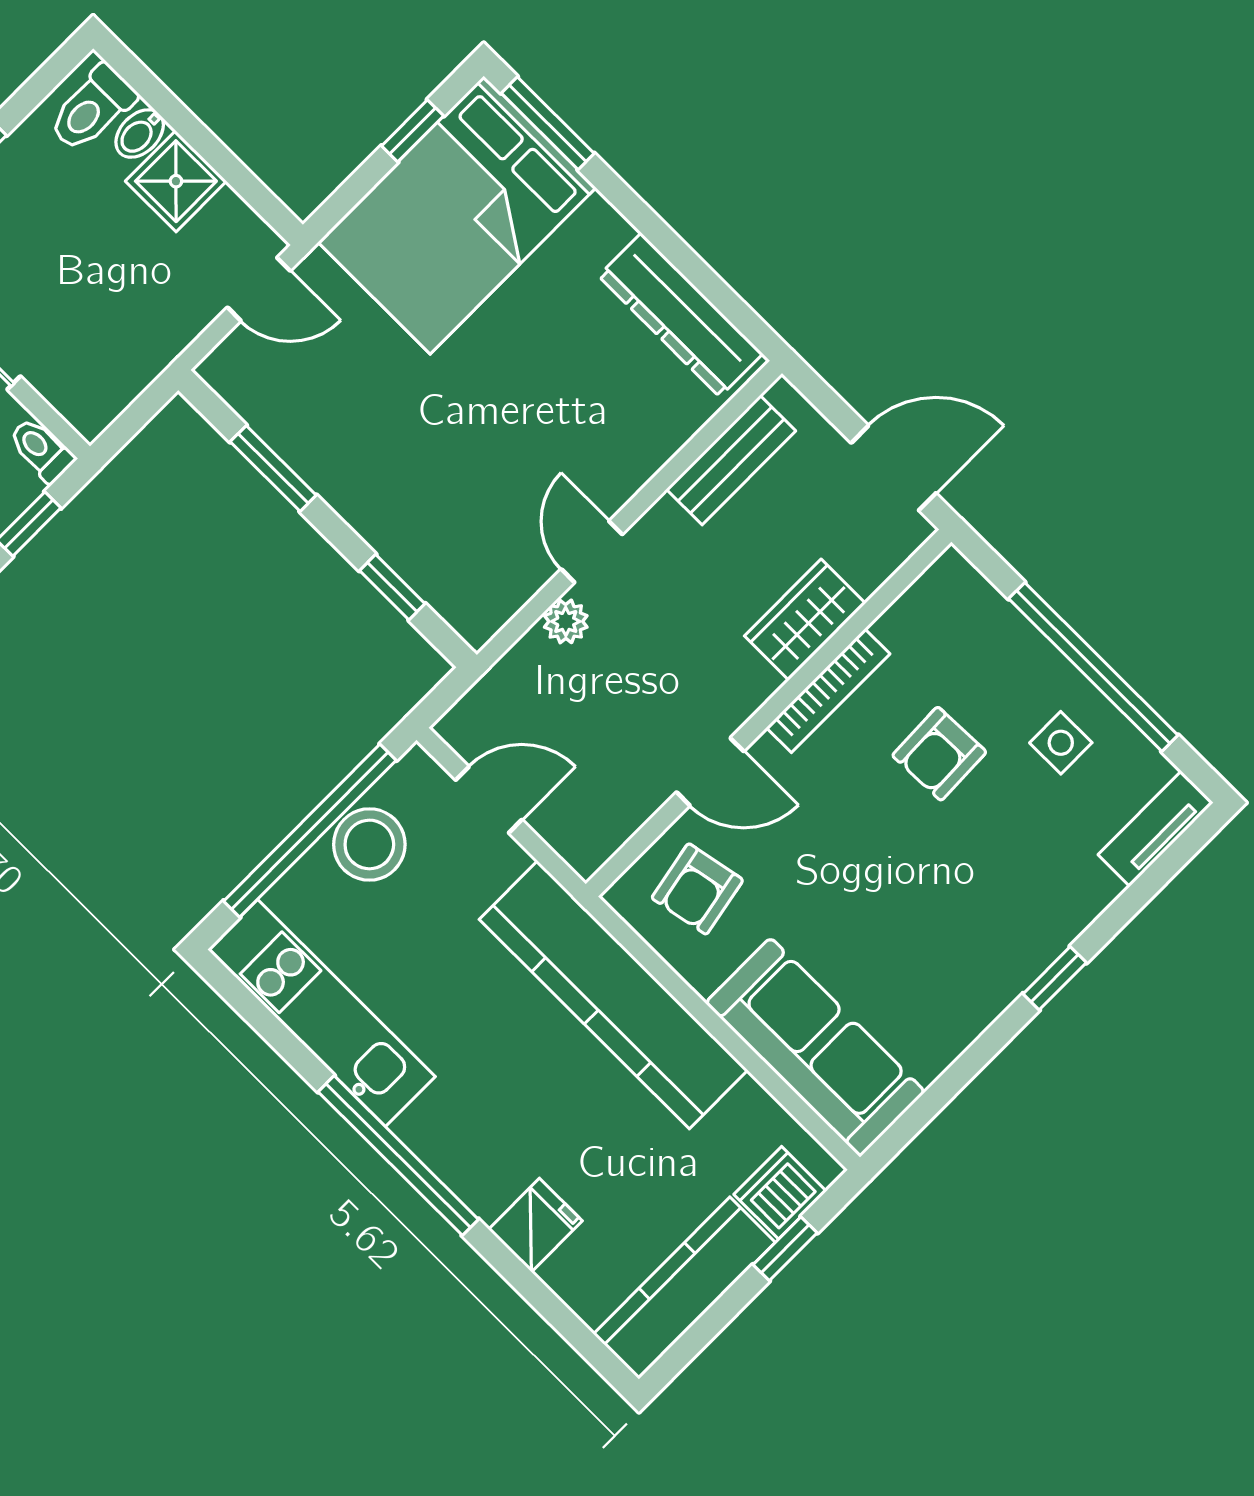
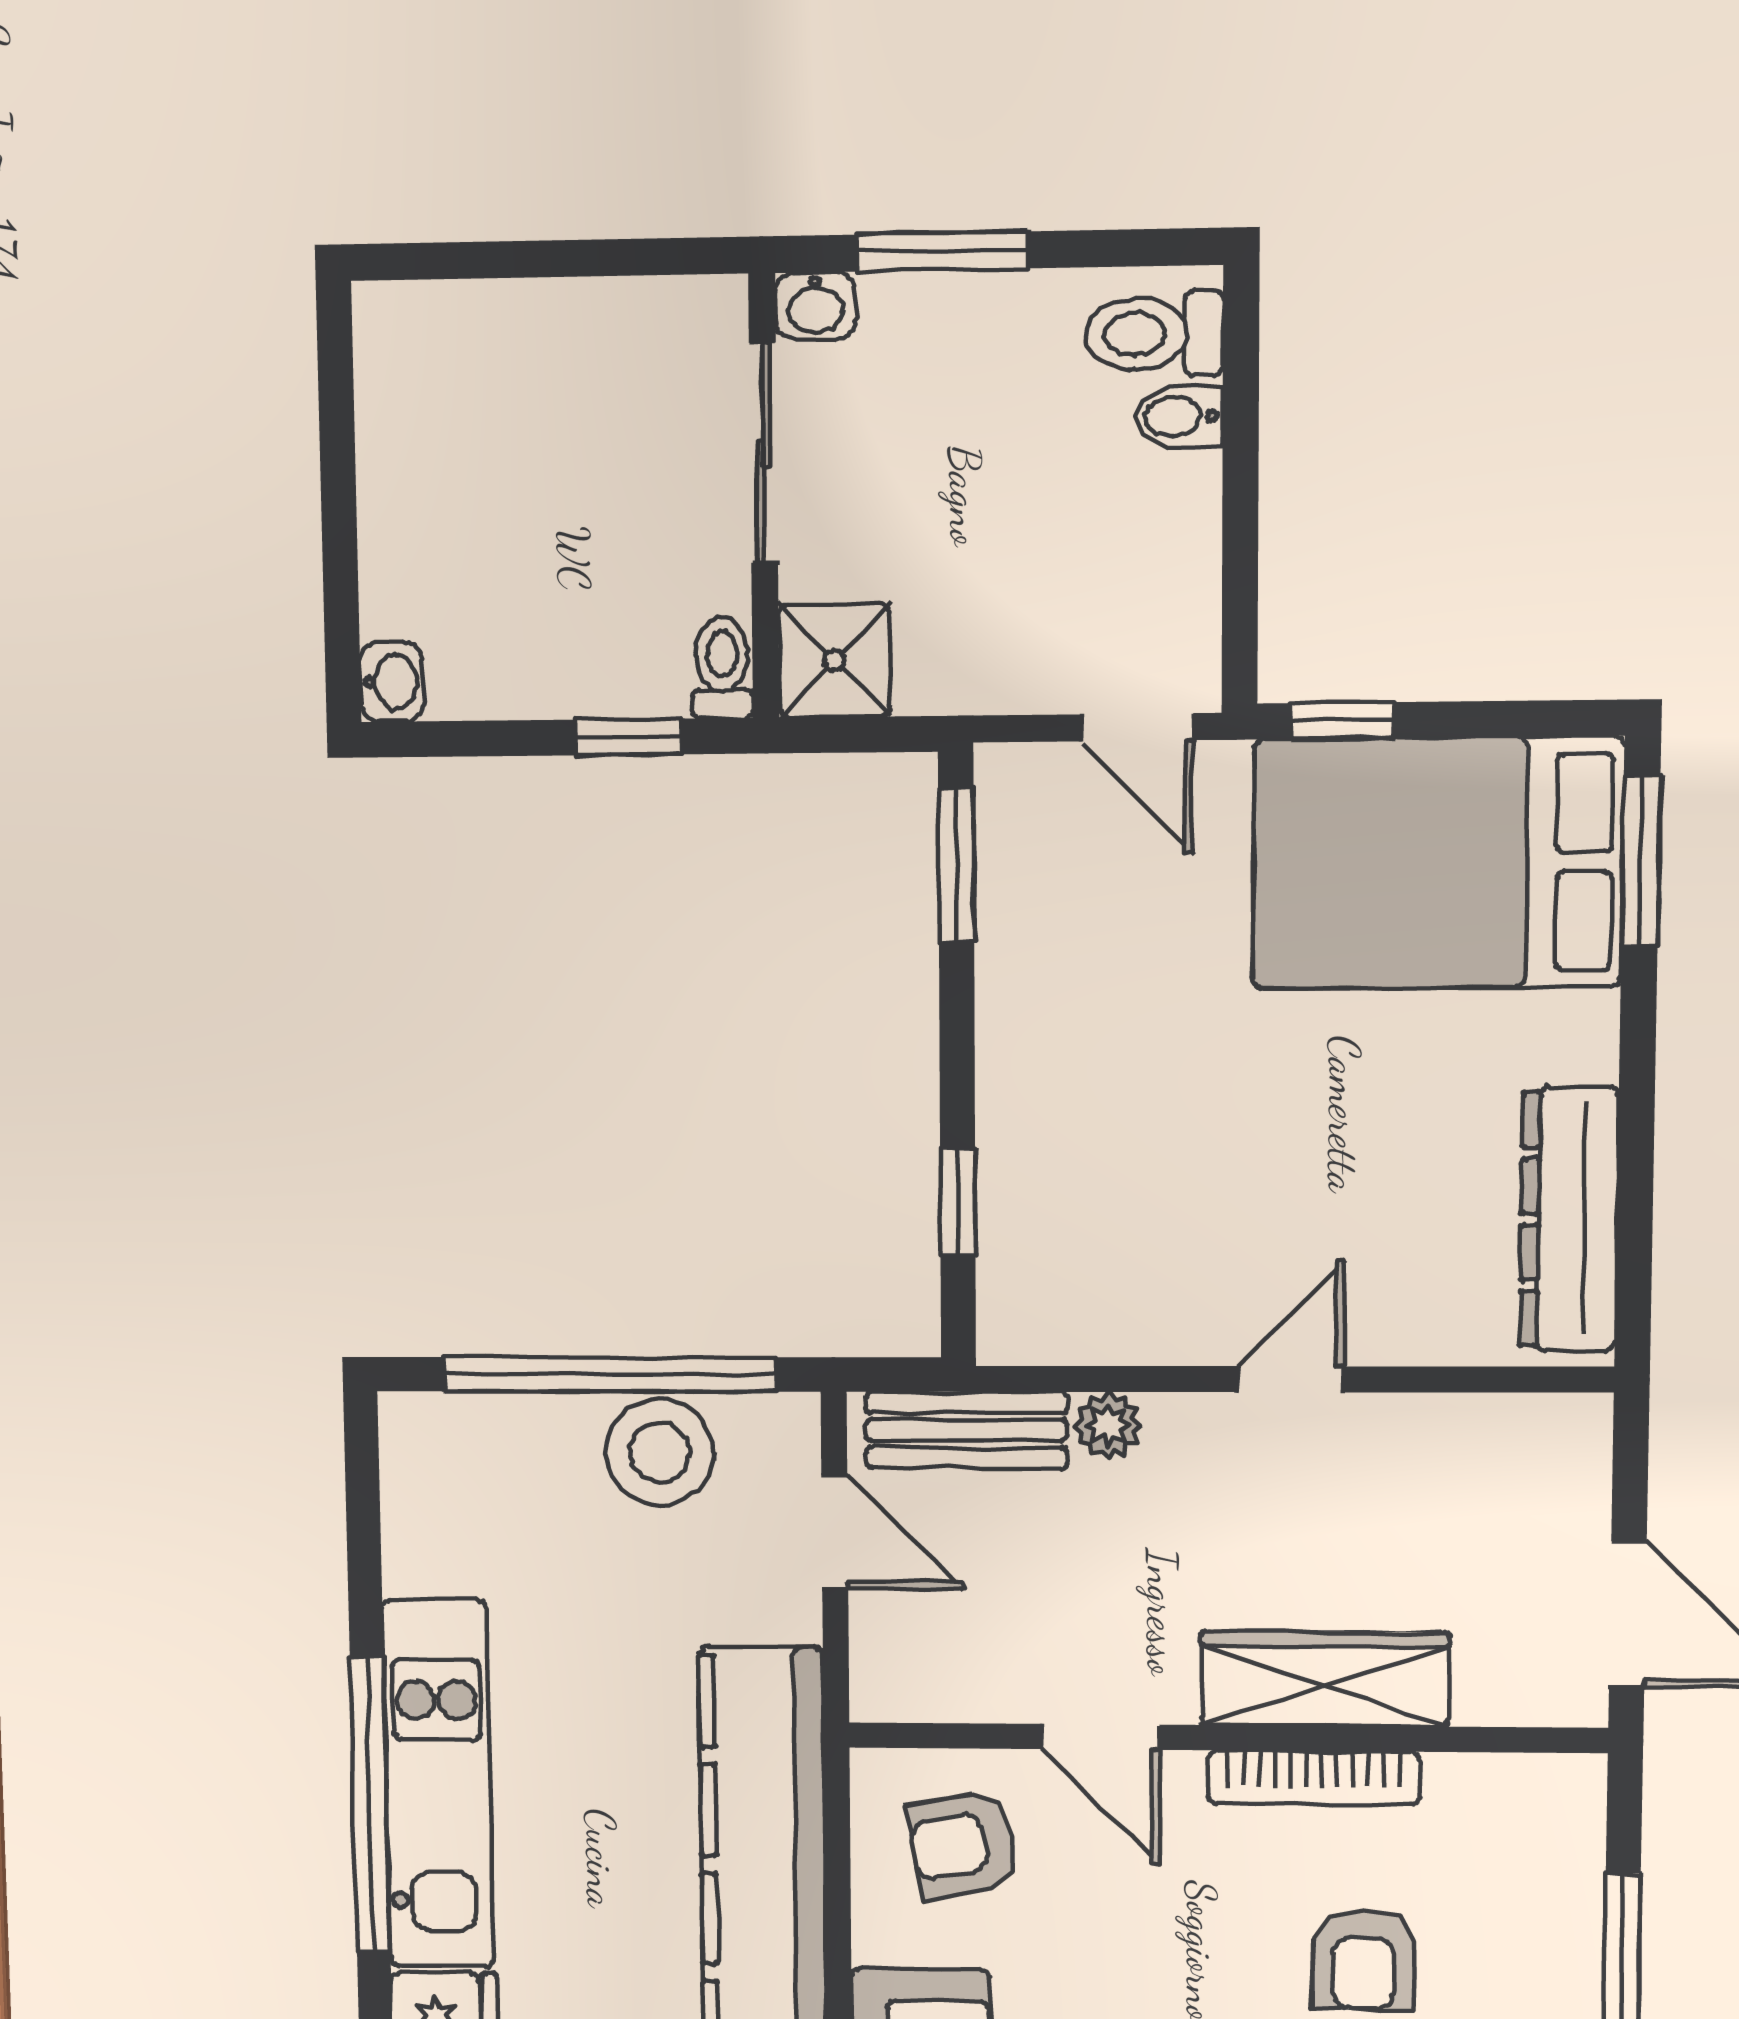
window: (413, 131) -> (1343, 721), moved
shower: (176, 181) -> (834, 660), moved
bench: (731, 460) -> (966, 1430), moved
window: (273, 468) -> (956, 865), moved
door: (592, 552) -> (1291, 1379), moved
wardrobe: (805, 620) -> (1325, 1679), width x1.50
armchair: (939, 754) -> (1364, 1960), turned -88
kitchen unit: (321, 1013) -> (438, 1784), moved

